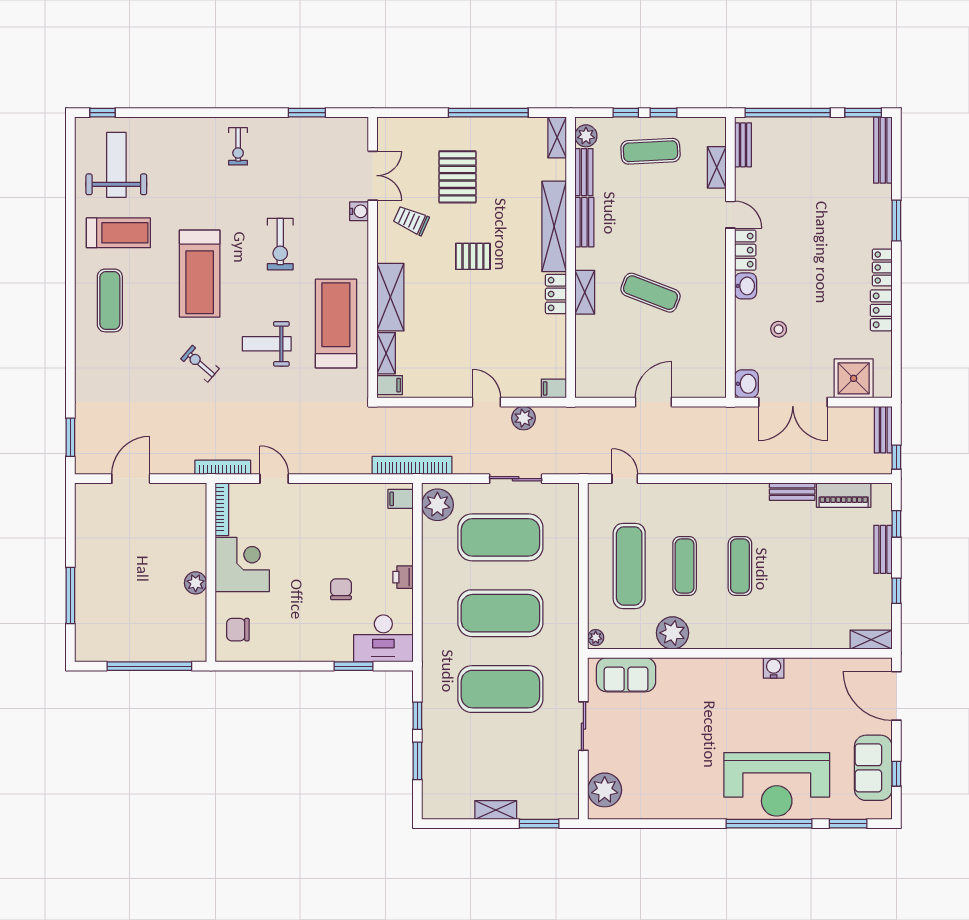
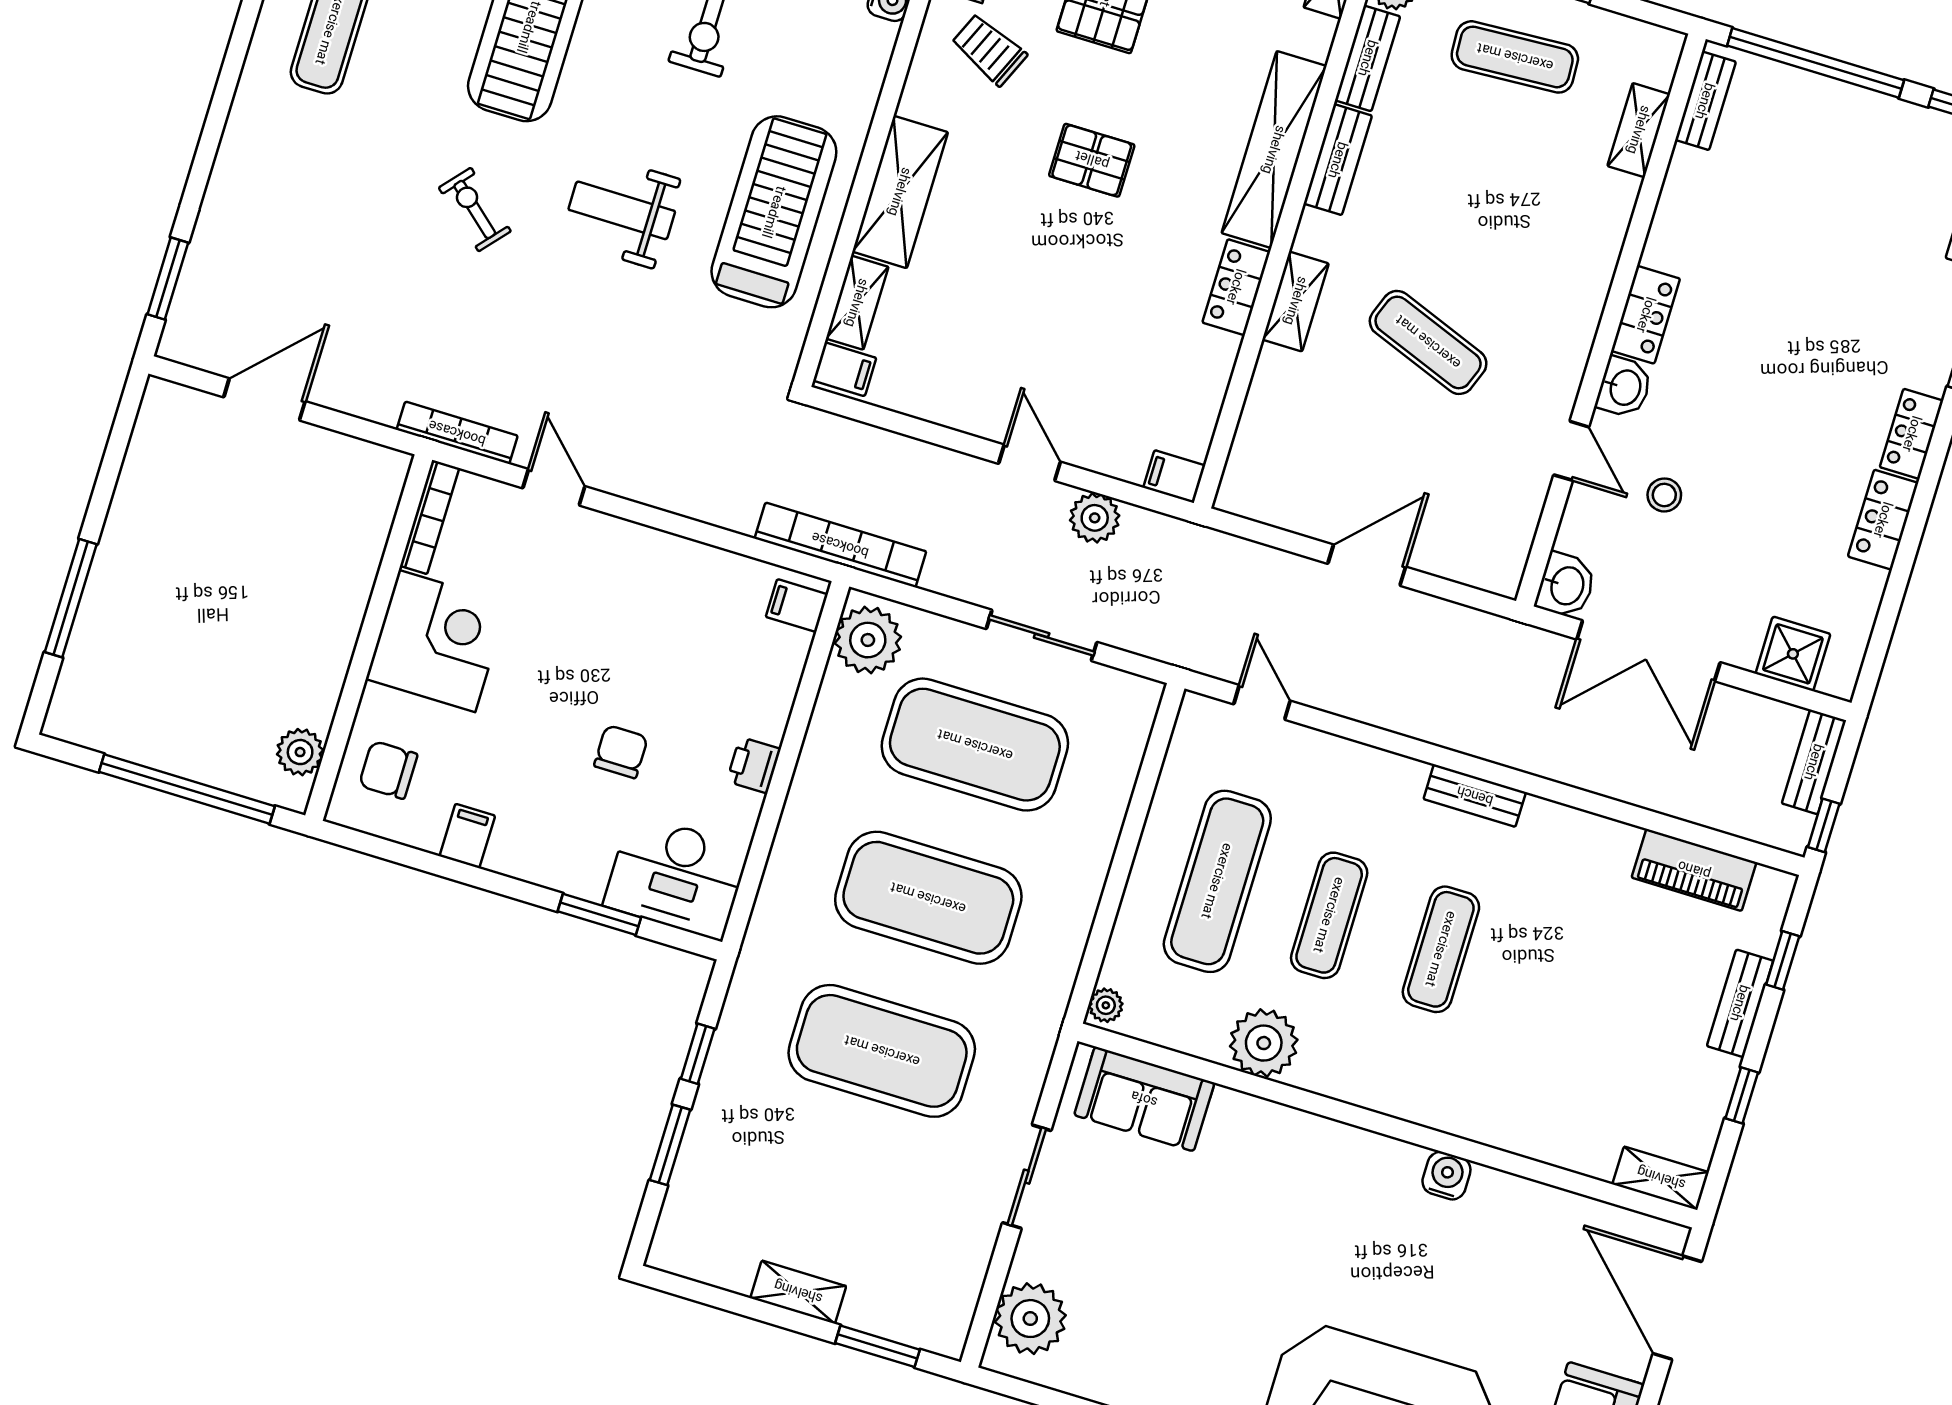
door: (730, 215) -> (1571, 451), moved
shower: (854, 378) -> (1793, 654), width x0.73, depth x0.73
bench: (792, 492) -> (1475, 796), moved
plant: (196, 583) -> (300, 752), moved
filing cabinet: (283, 649) -> (467, 836), added

